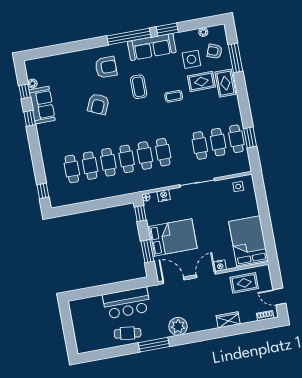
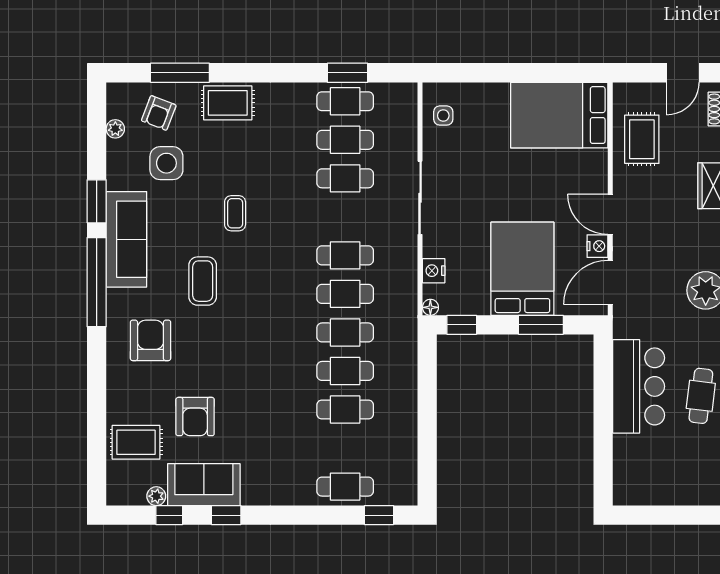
rug: (201, 82) -> (136, 442), moved, turned 90
coffee table: (139, 87) -> (203, 281), turned 90
armchair: (98, 104) -> (195, 417), moved, turned 66
cafe table: (72, 169) -> (345, 487), moved
nightstand: (220, 266) -> (597, 246), moved

